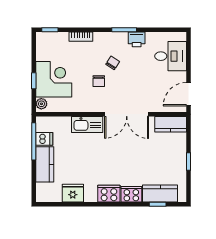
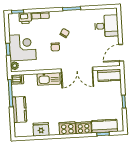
printer: (137, 39) -> (25, 18), moved
dishwasher: (44, 139) -> (17, 79), moved

